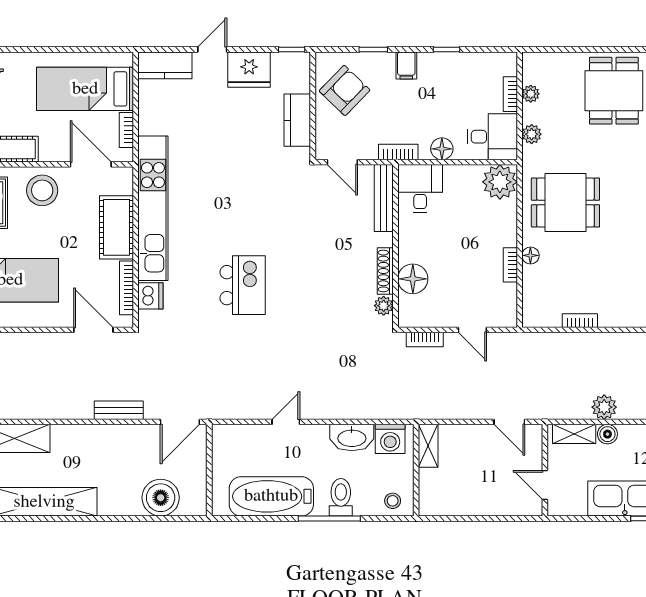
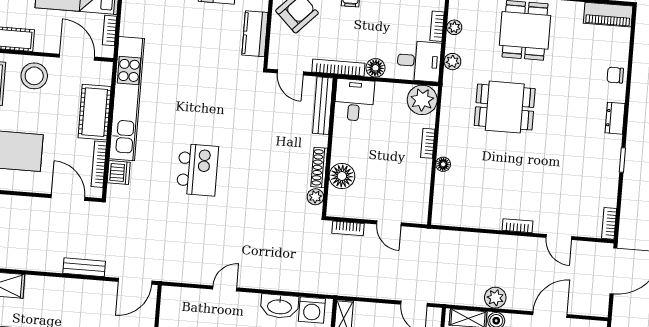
bookcase: (398, 152) -> (338, 68), width x1.56
dining table: (565, 202) -> (505, 107), moved
bookcase: (510, 265) -> (428, 143), moved
bookcase: (580, 321) -> (517, 226), moved

